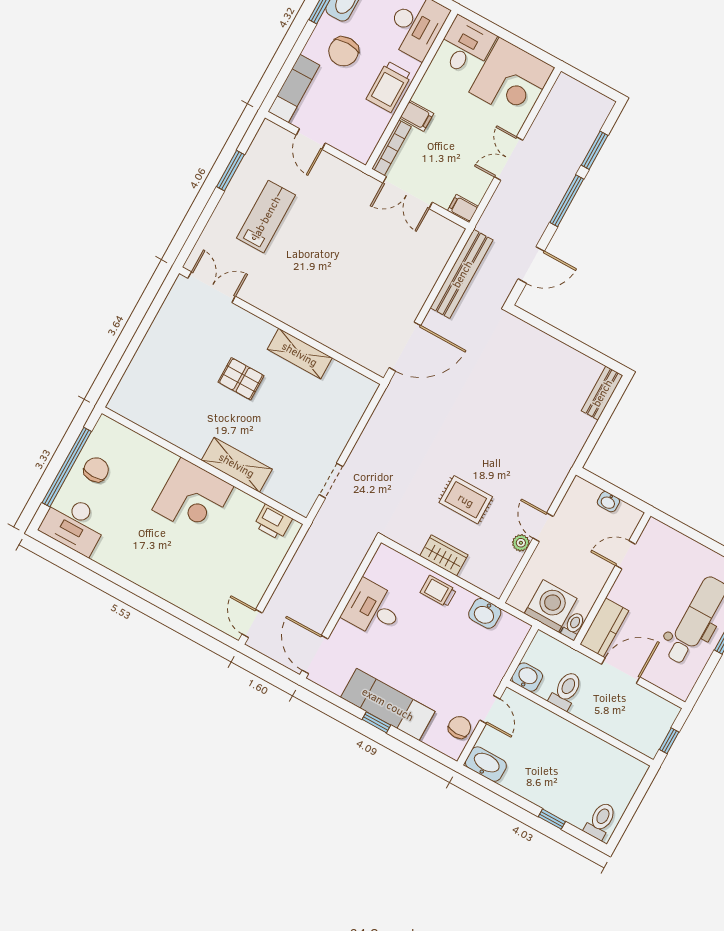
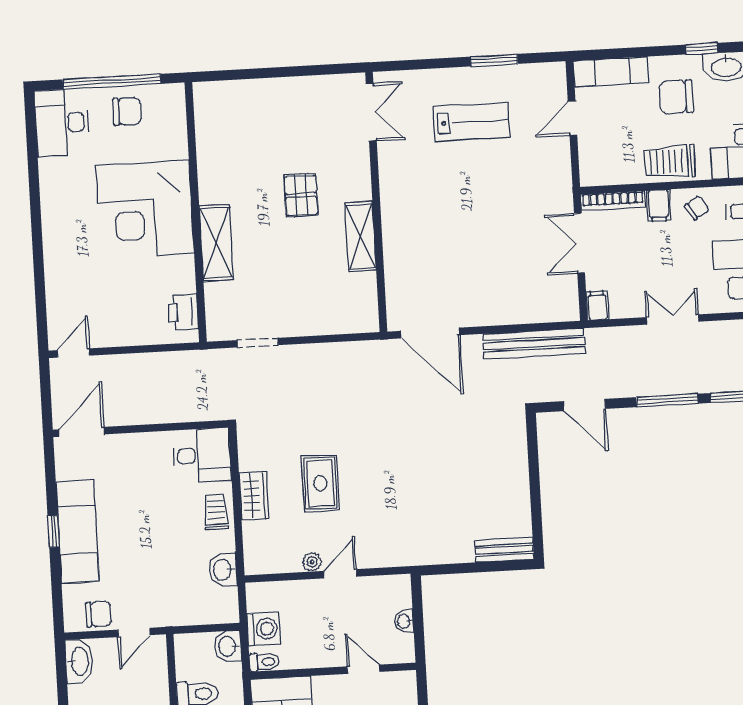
chair: (436, 88) -> (697, 208), added
corner desk: (193, 498) -> (145, 209), width x1.36, depth x1.36
washing machine: (551, 606) -> (264, 629), width x0.73, depth x0.73
desk: (373, 609) -> (202, 455), moved, turned 90
washbasin: (527, 677) -> (228, 646), moved, turned 180

